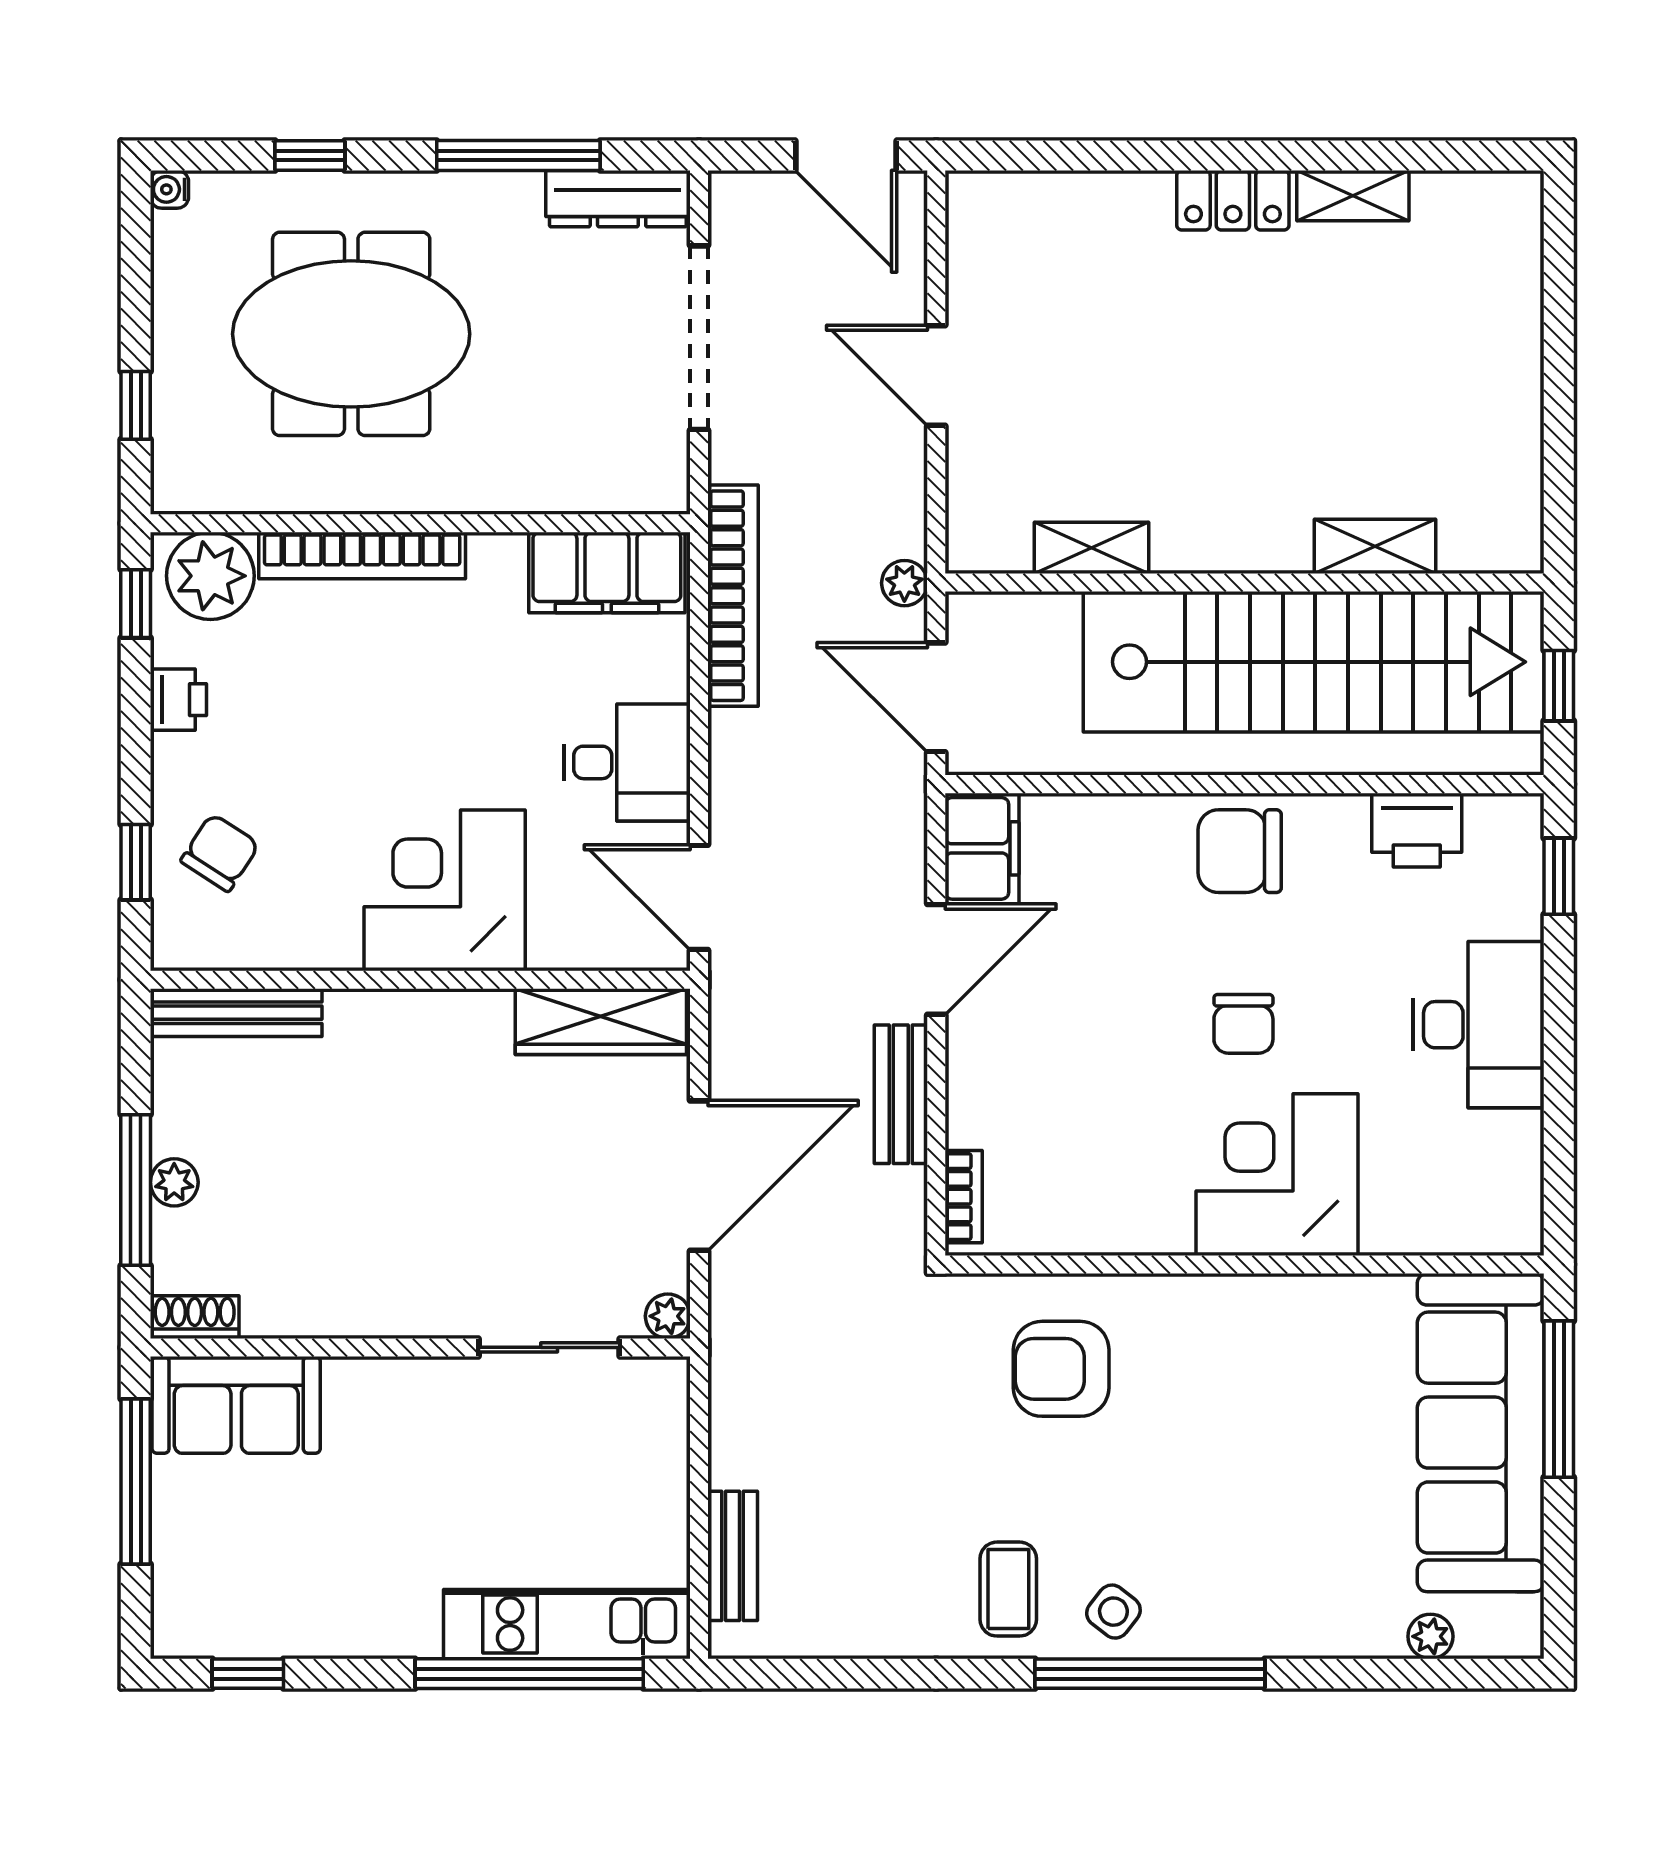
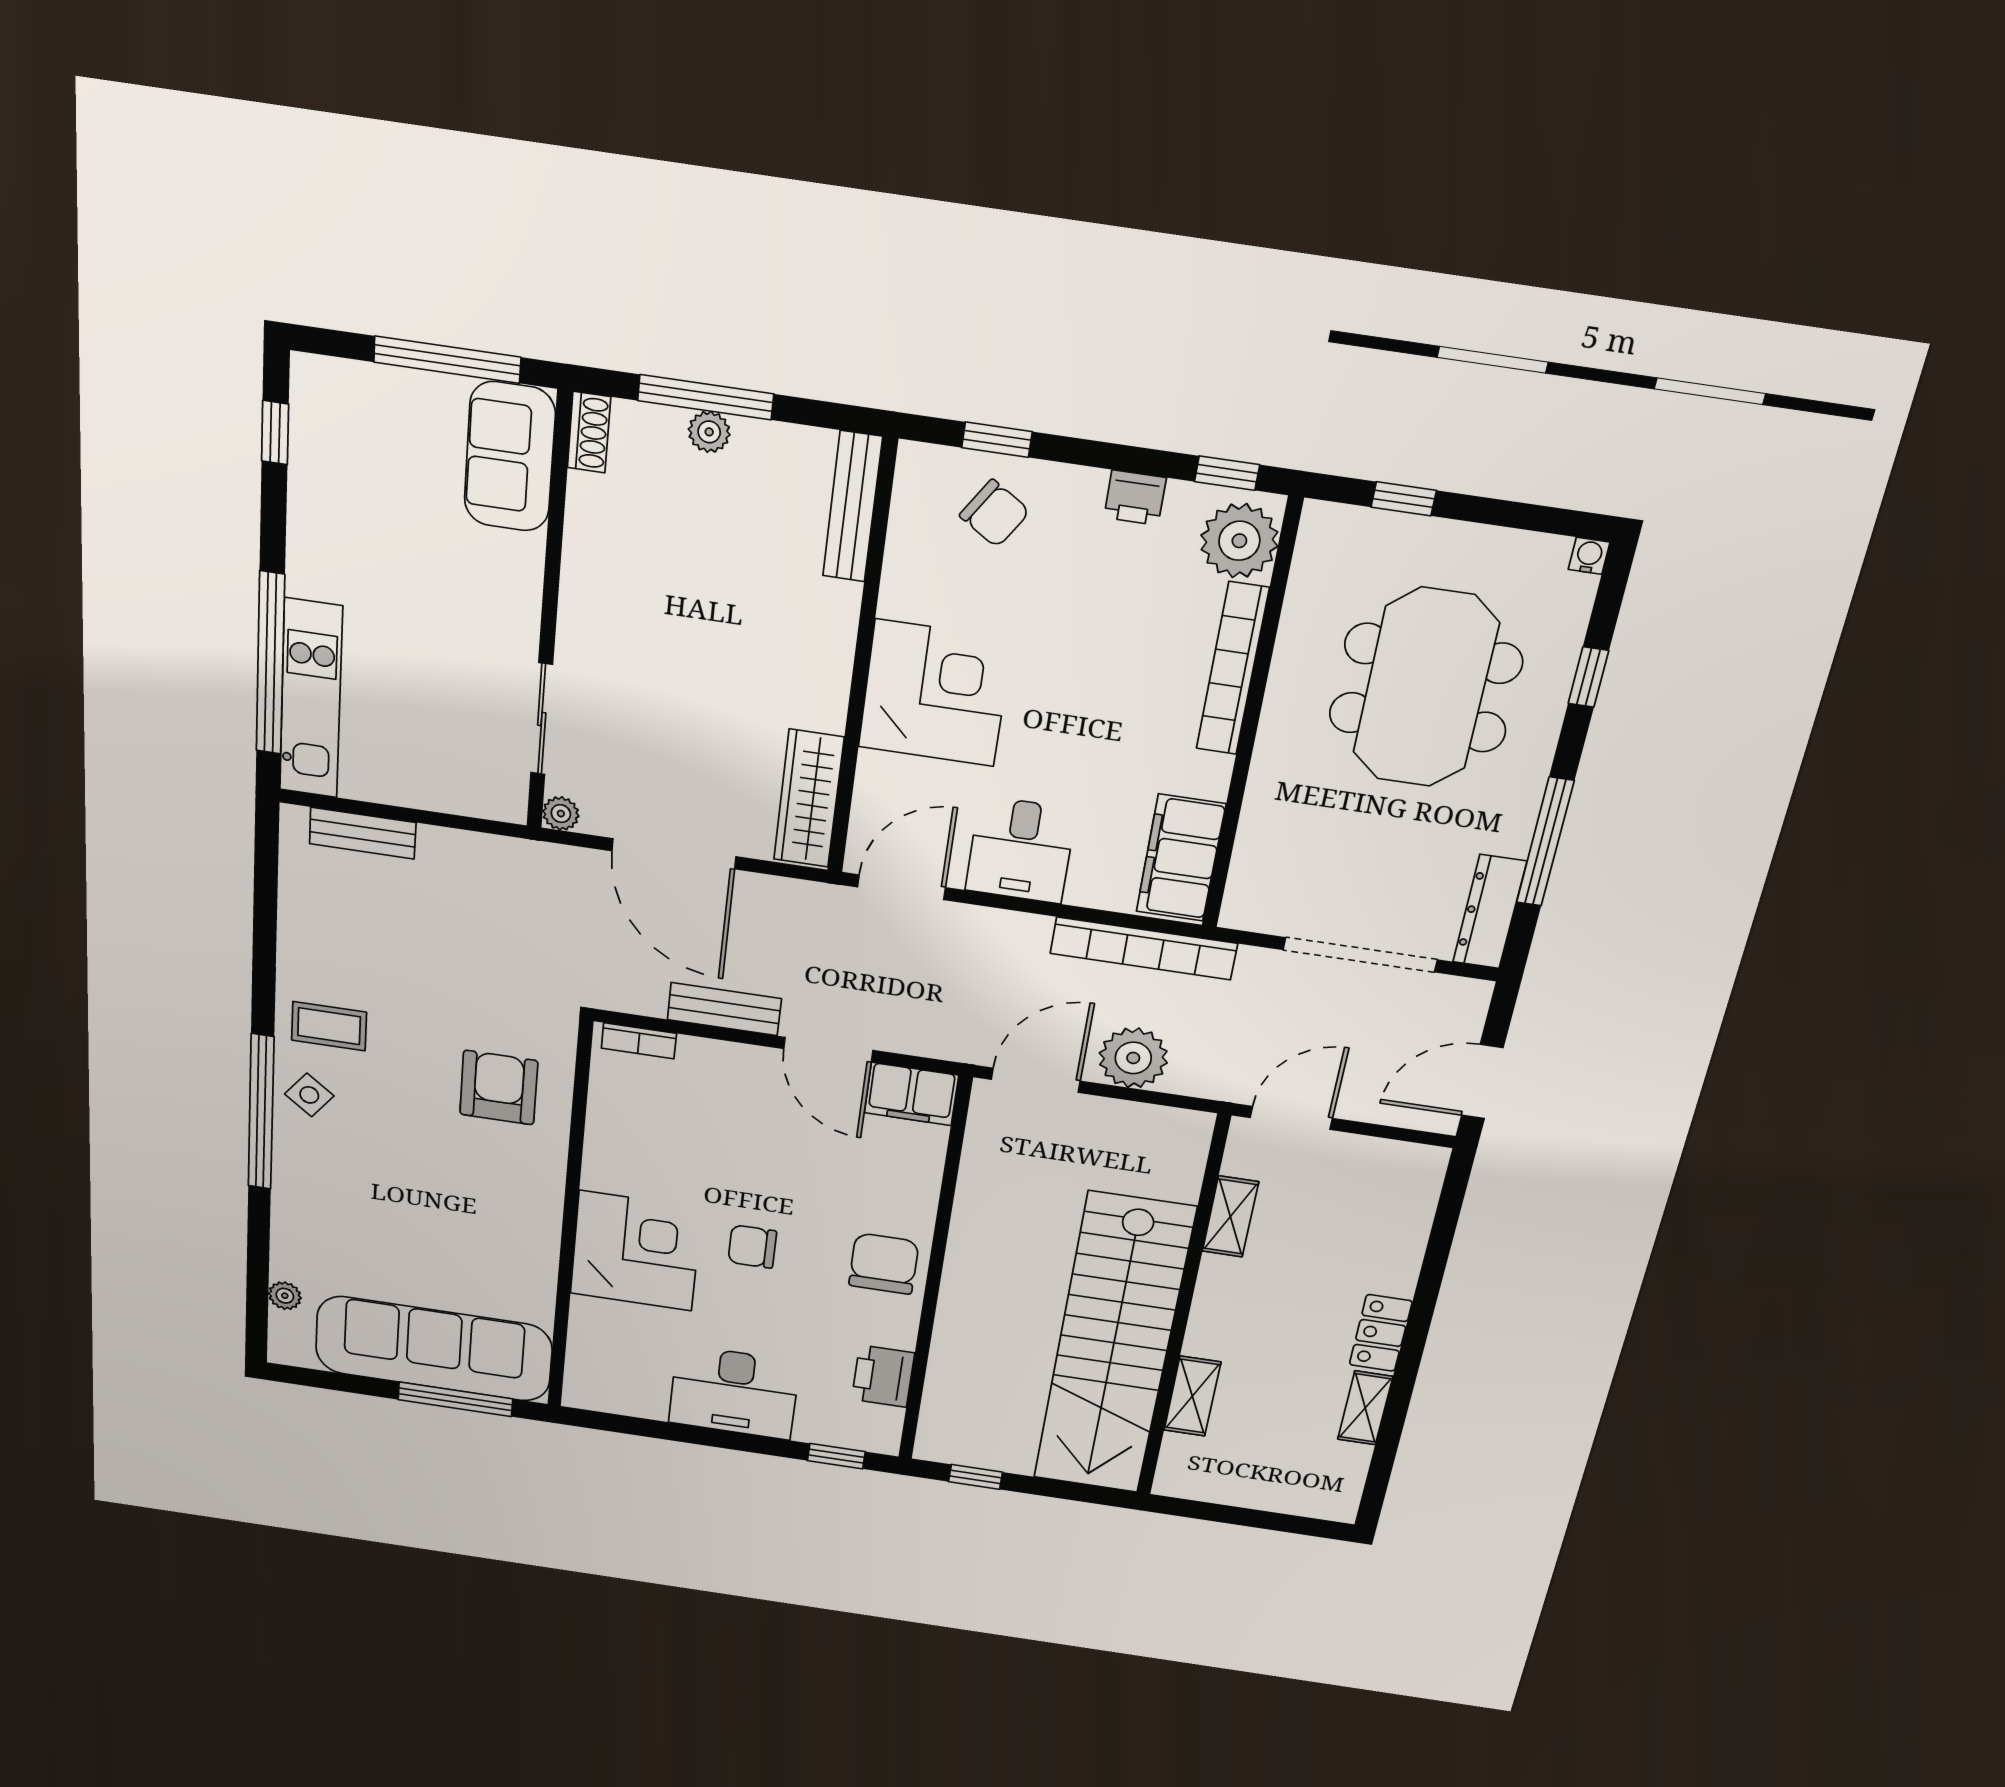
shelving: (1375, 546) -> (1192, 1396), moved
shelving: (1092, 548) -> (1230, 1217), moved
wall: (1245, 582) -> (1182, 1311), moved
plant: (904, 583) -> (1133, 1058), width x1.87, depth x1.87
stairs: (1314, 662) -> (1113, 1346), moved

